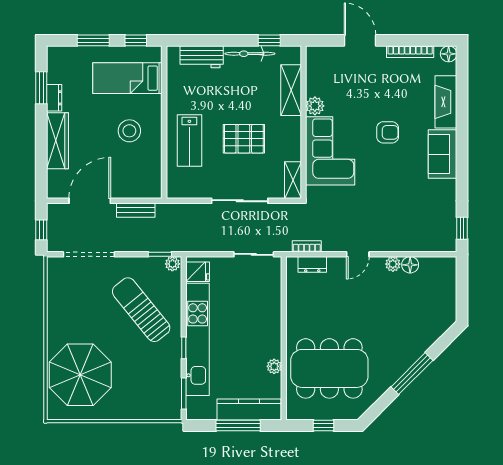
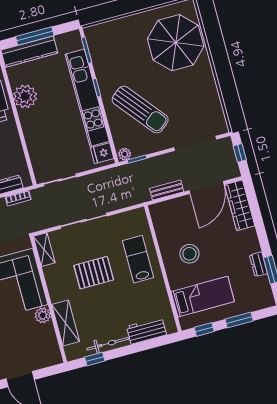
wardrobe: (57, 141) -> (240, 205), moved
plant: (274, 366) -> (25, 96), width x1.87, depth x1.87

